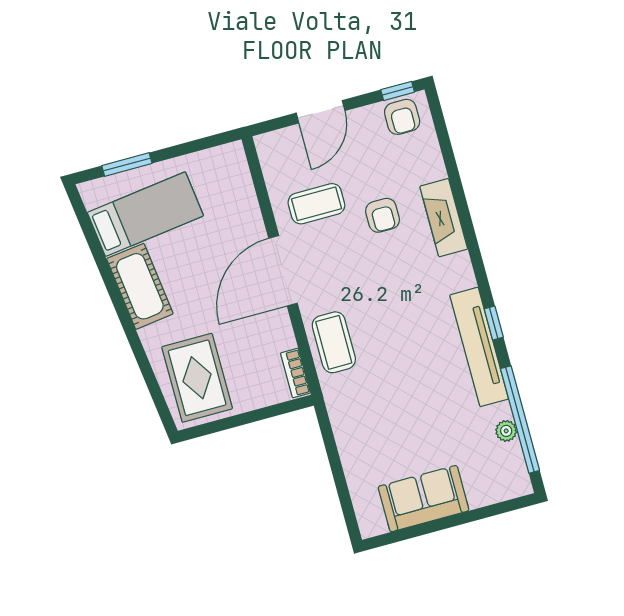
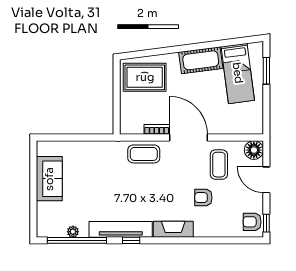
floor lamp: (274, 148) -> (254, 150), added
fireplace: (444, 218) -> (173, 229), moved
bookcase: (295, 373) -> (157, 129), moved

